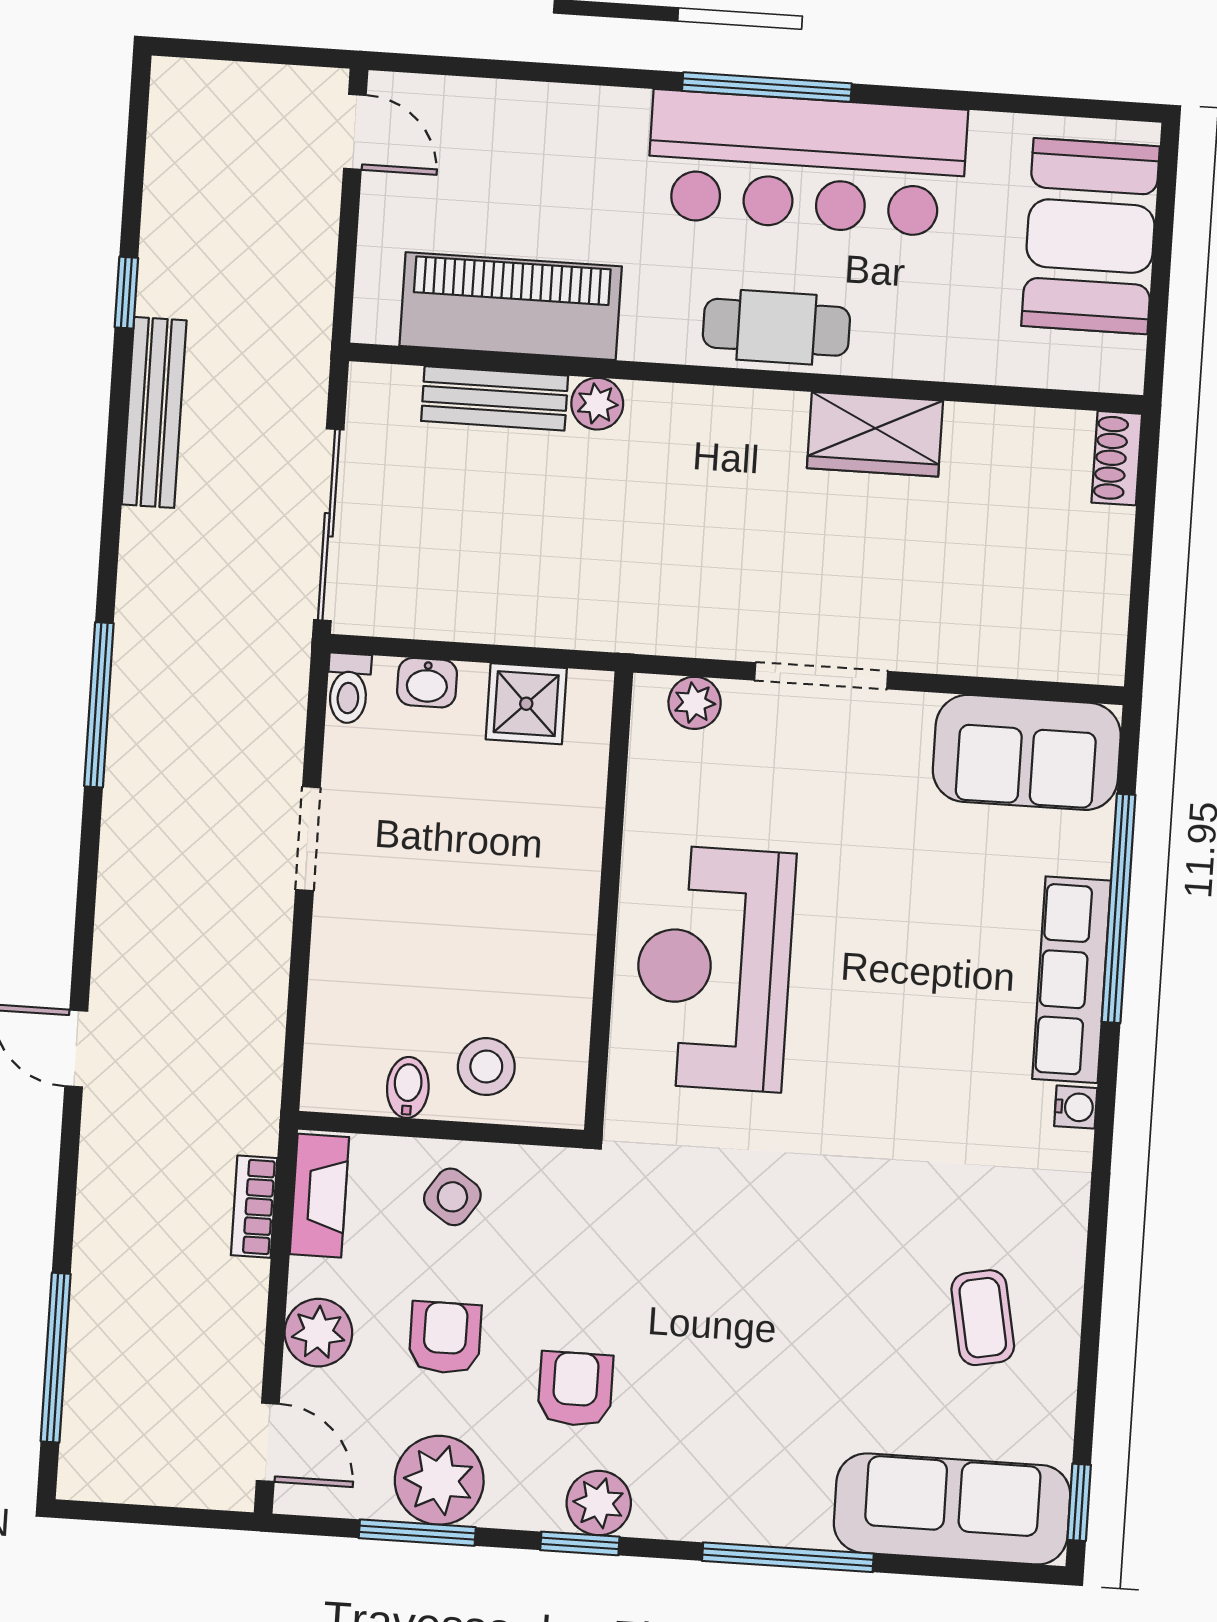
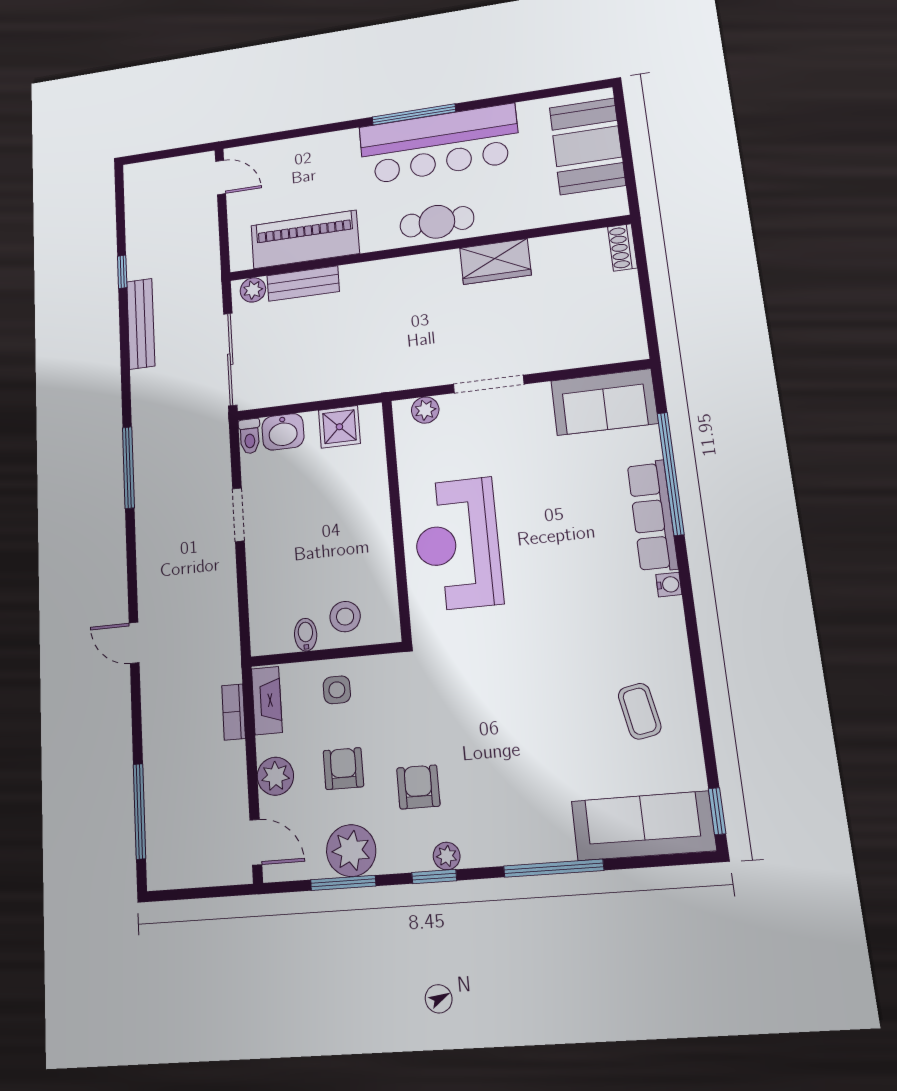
plant: (597, 404) -> (253, 290), moved
washbasin: (427, 683) -> (283, 432), width x1.38, depth x1.45
side table: (452, 1197) -> (337, 690), turned -34
plant: (599, 1503) -> (447, 856), width x0.73, depth x0.73

